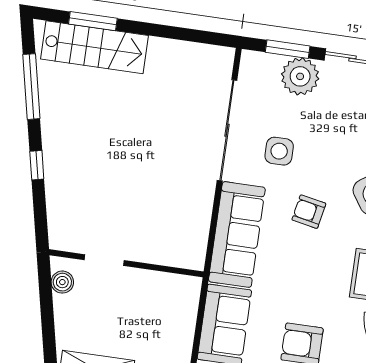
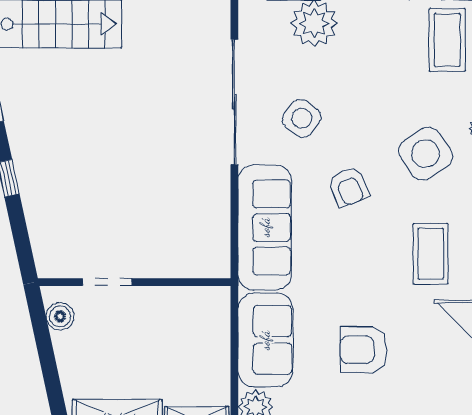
side table: (279, 151) -> (302, 118), turned 36
armchair: (309, 212) -> (349, 187), turned -123

